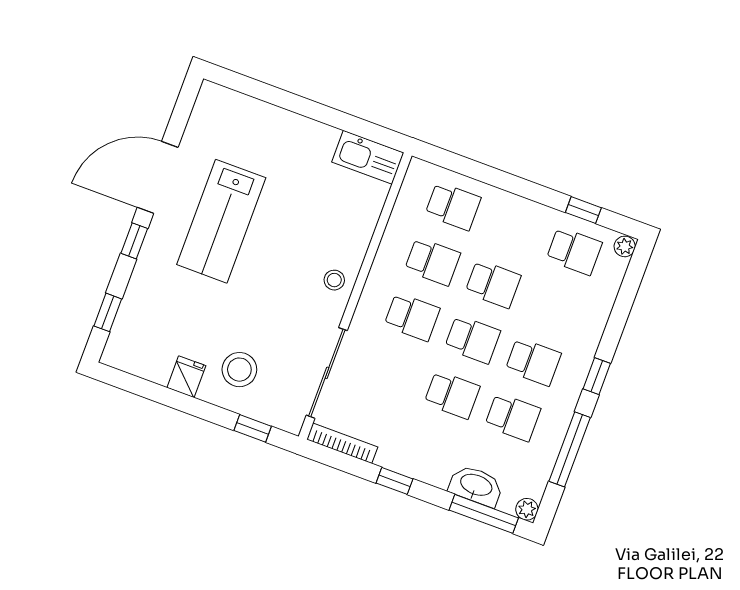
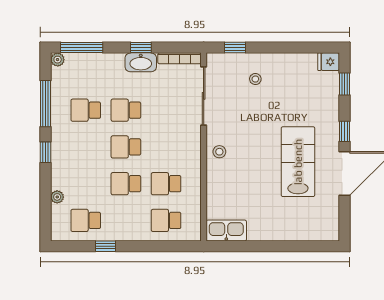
window: (583, 210) -> (105, 246), moved
plant: (625, 246) -> (57, 197), moved
school desk: (412, 317) -> (166, 147), removed
school desk: (533, 362) -> (86, 147), removed
stool: (239, 370) -> (255, 79), width x0.53, depth x0.53
fridge: (186, 377) -> (329, 62), moved, turned 90
washbasin: (476, 486) -> (141, 62), moved

